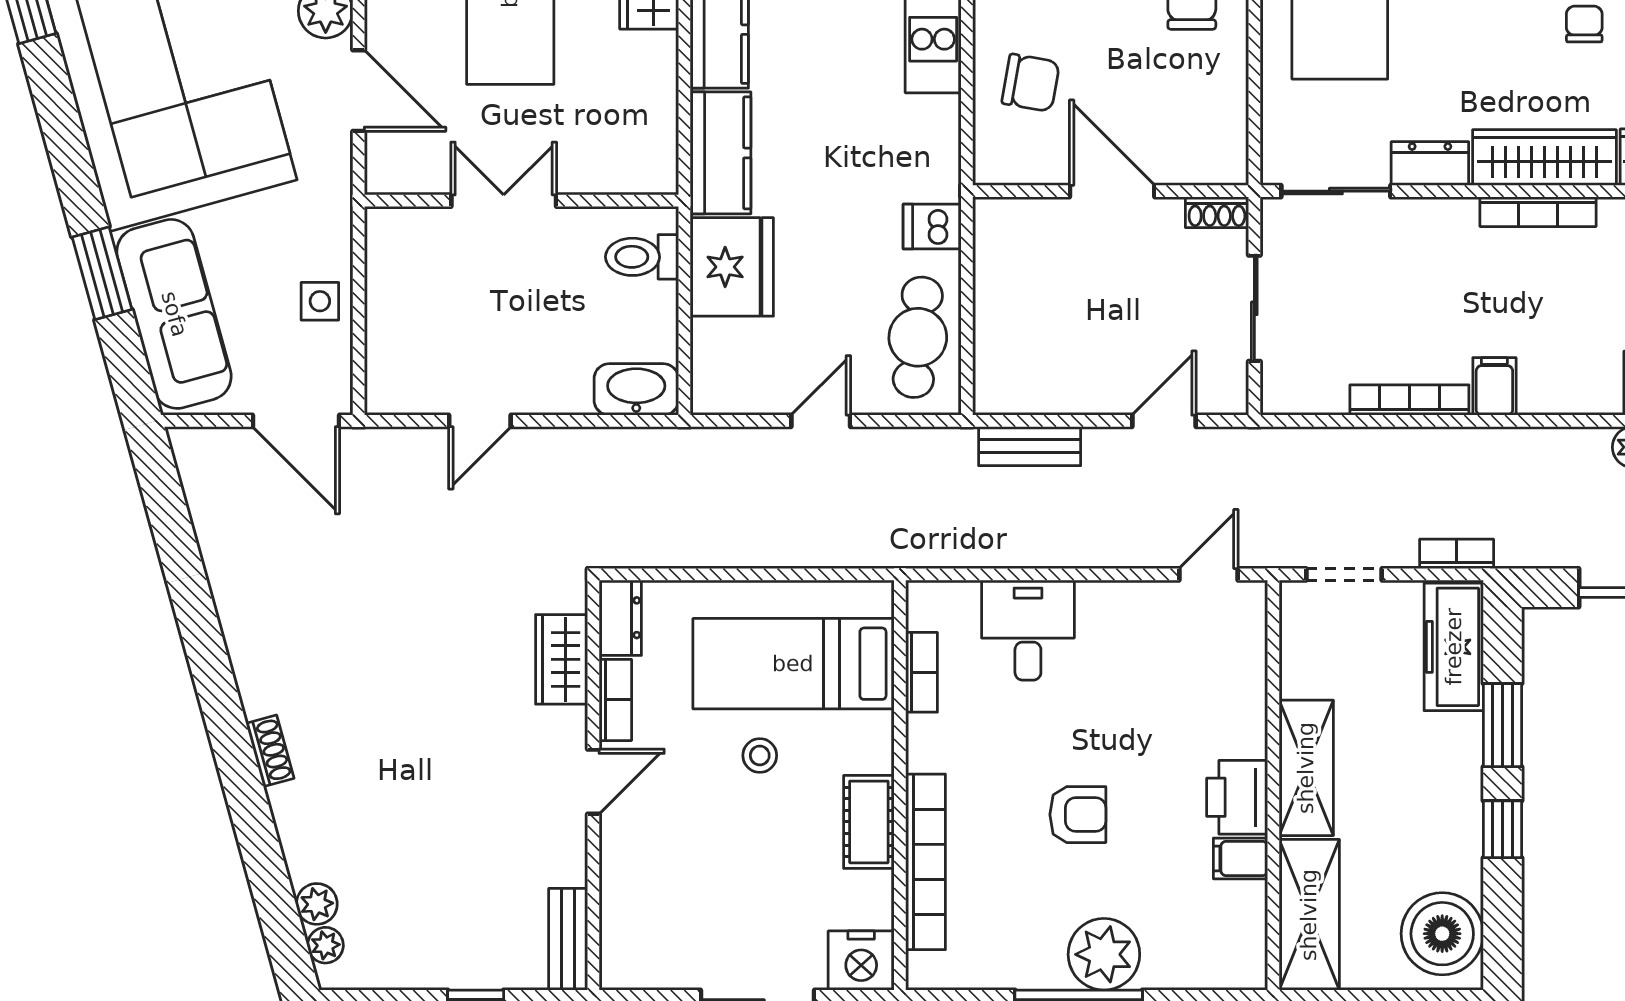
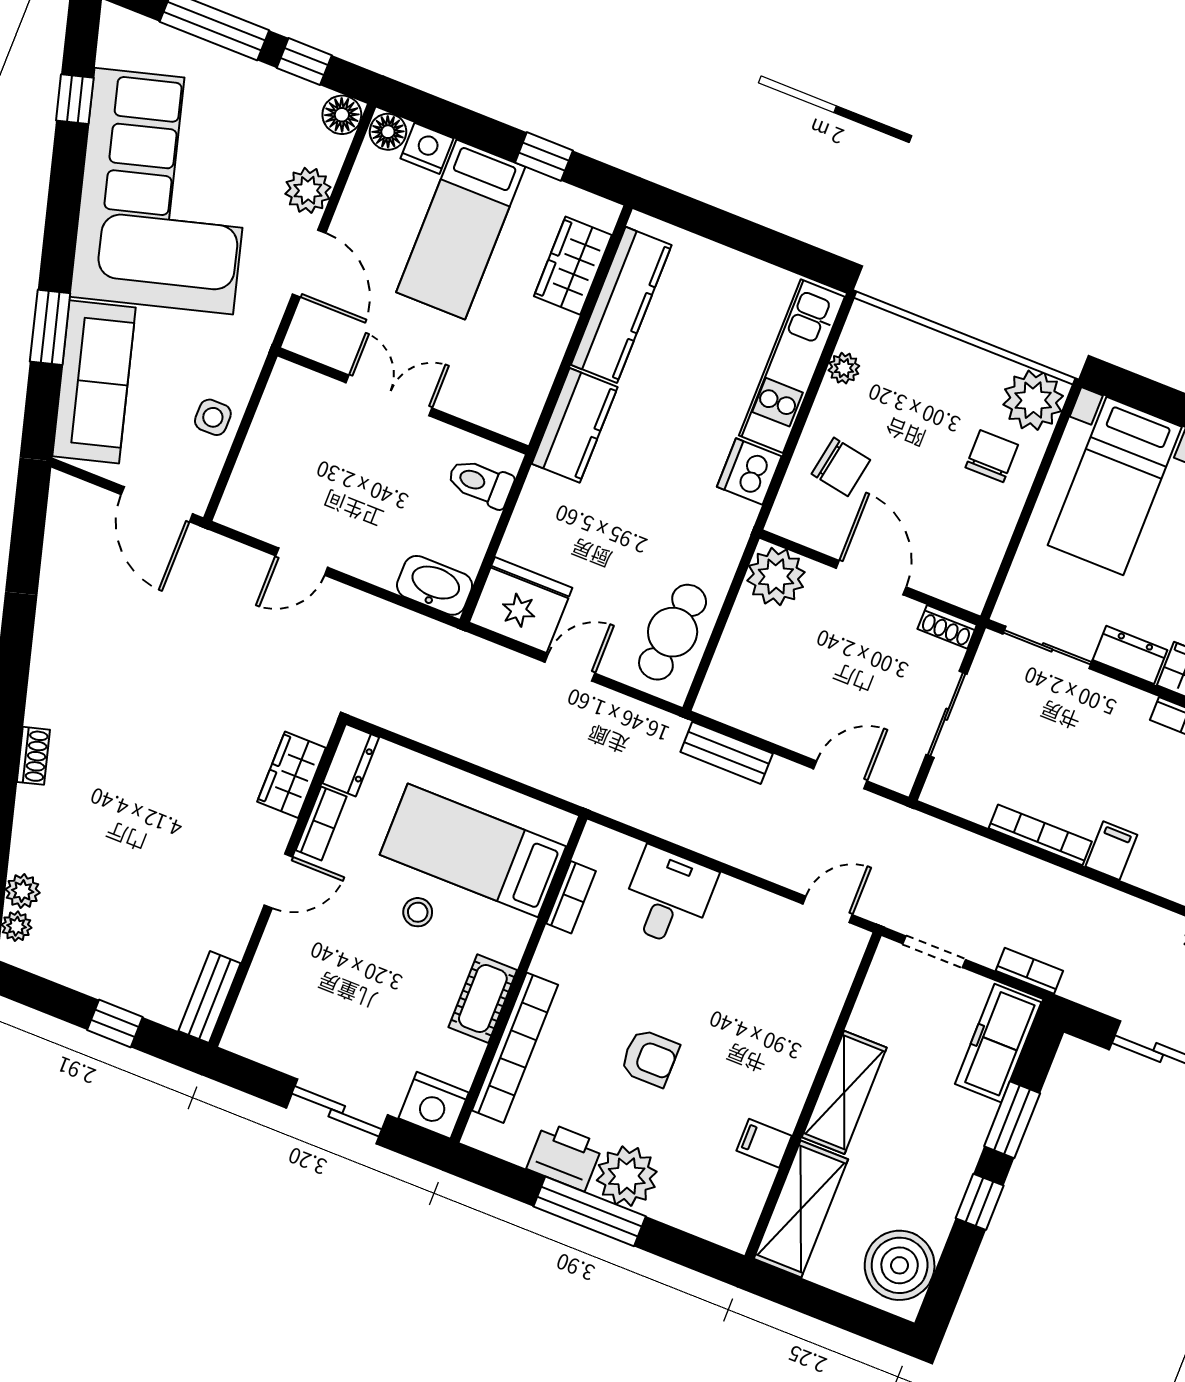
dishwasher: (932, 227) -> (749, 472), moved, width x1.38
plant: (1007, 231) -> (776, 576), added
fridge: (732, 267) -> (521, 605), moved, turned -90
printer: (1237, 797) -> (565, 1156), moved, turned 90

